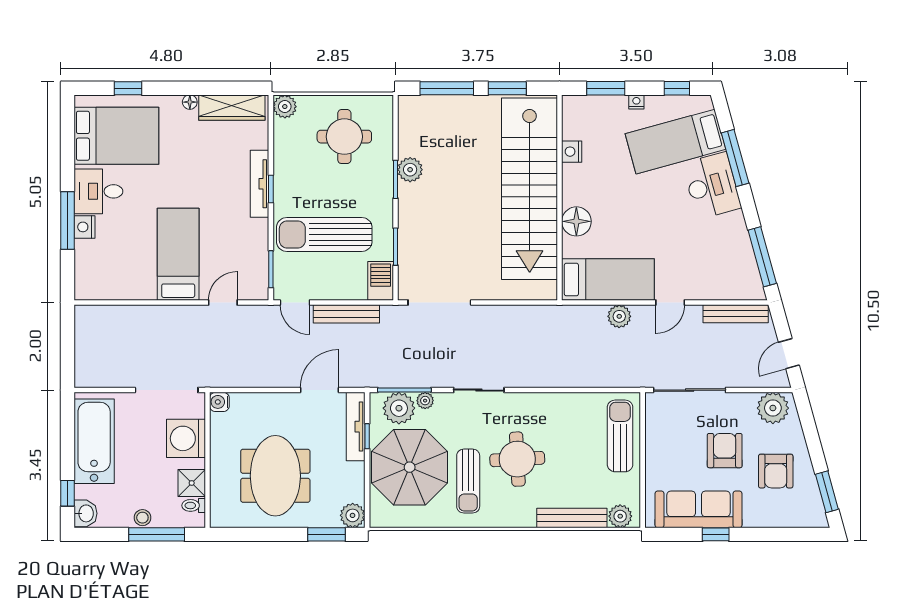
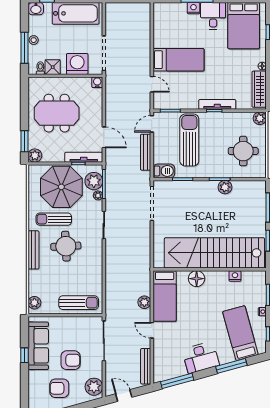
desk: (712, 186) -> (201, 357), moved
bench: (572, 518) -> (33, 250), moved

